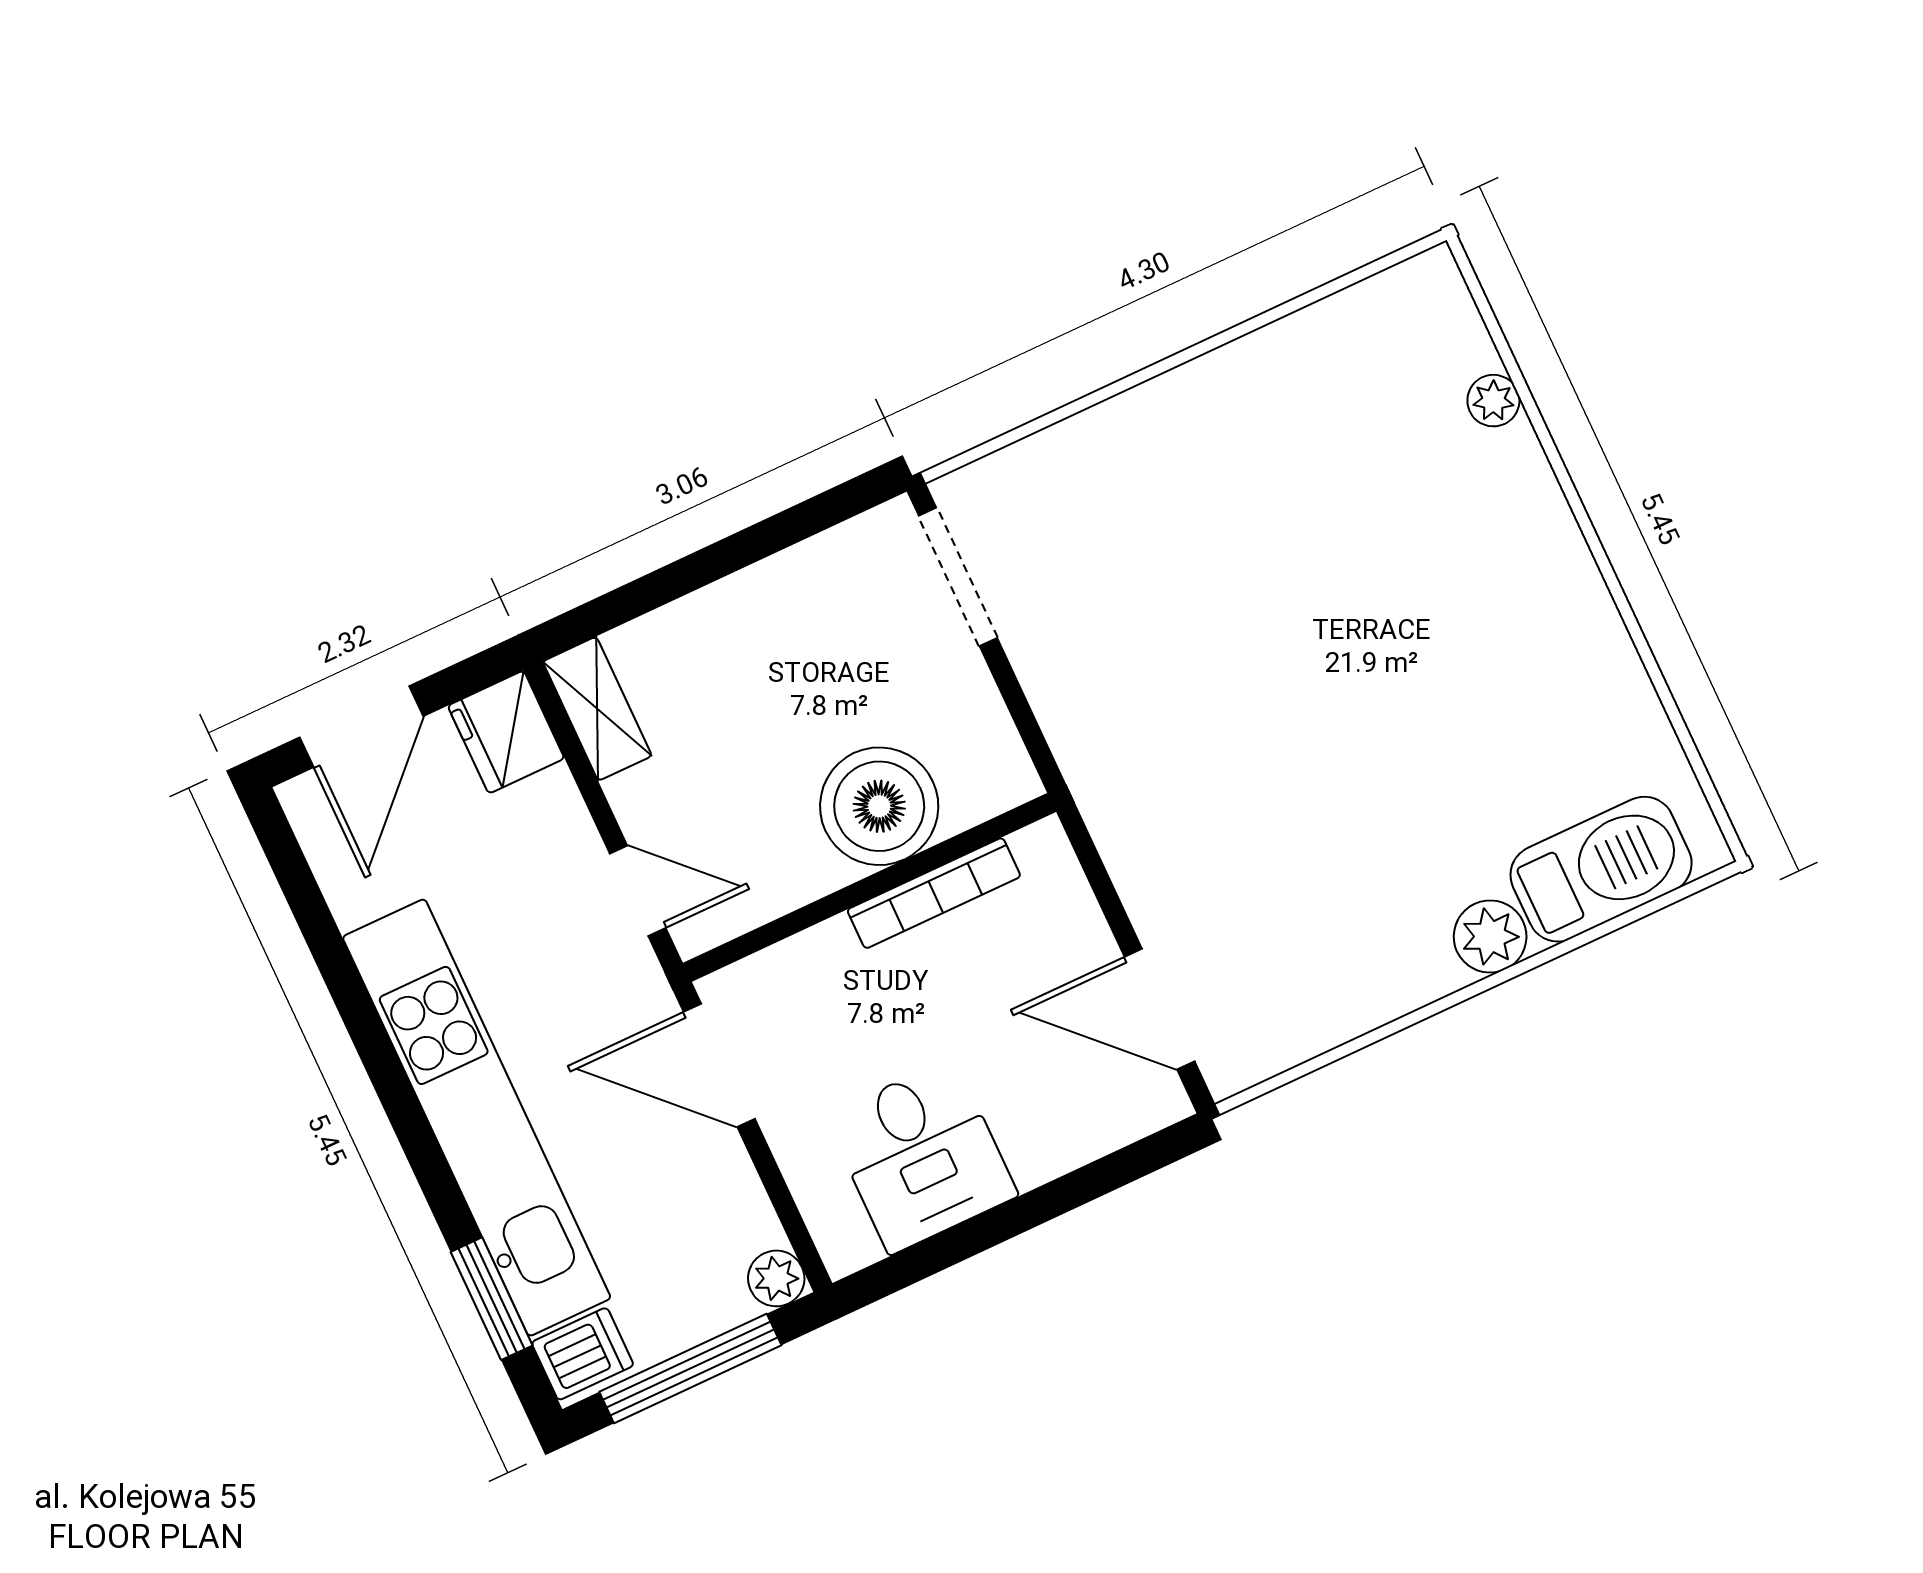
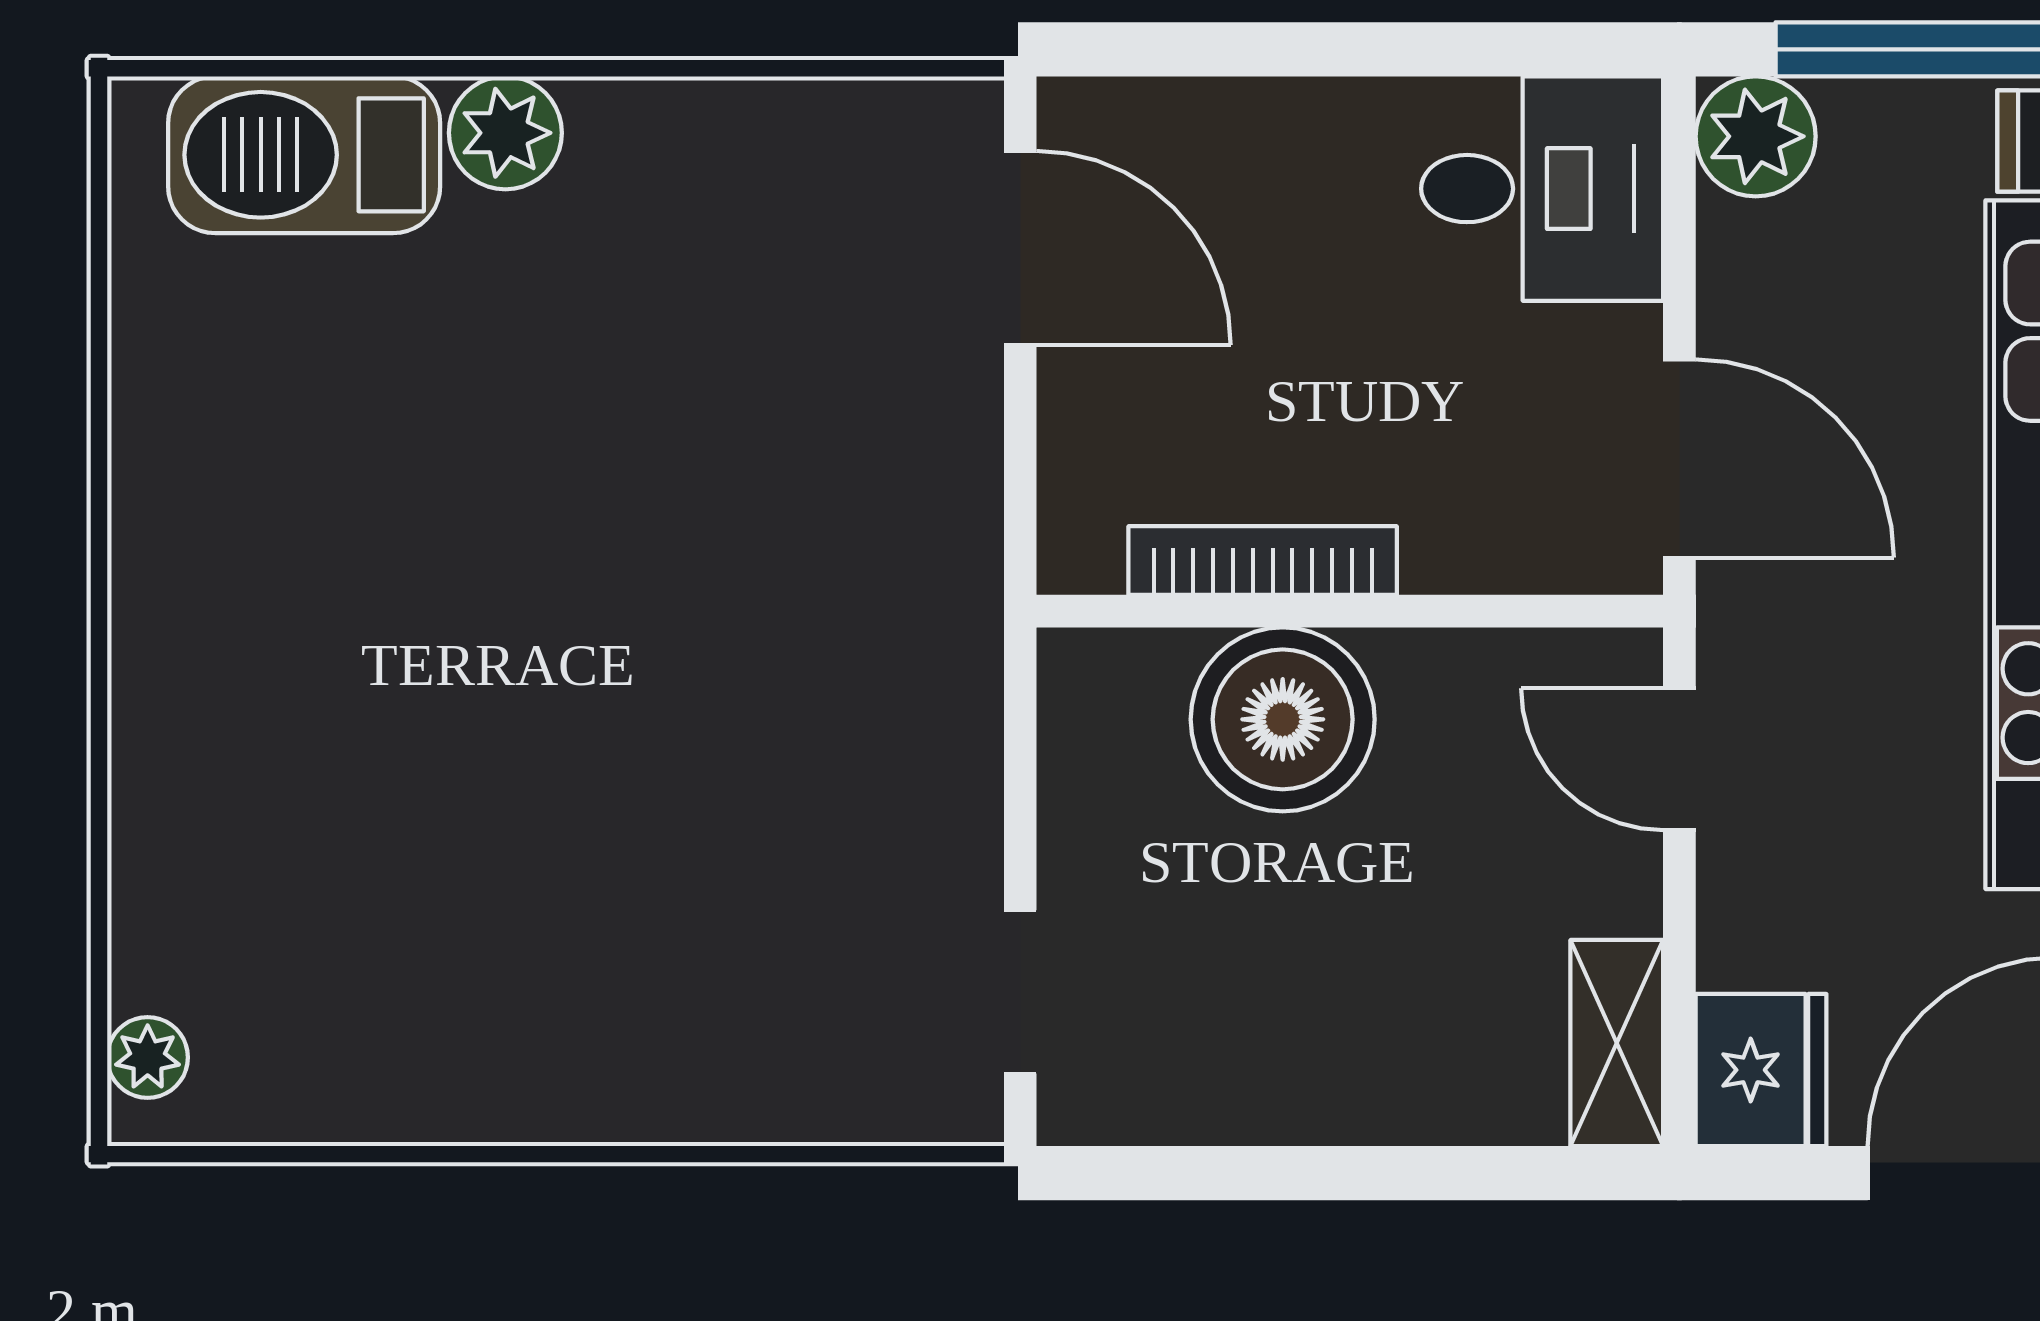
plant: (1493, 401) -> (148, 1057), moved
doorway: (958, 577) -> (1020, 992), width x0.73
desk: (922, 1156) -> (1542, 189), moved, turned 90
plant: (776, 1278) -> (1756, 136), width x1.38, depth x1.38

